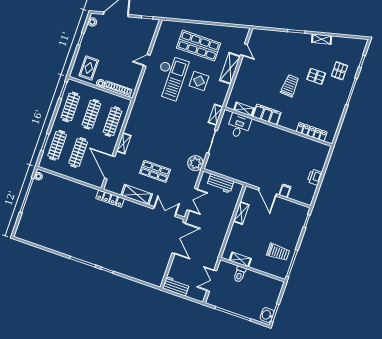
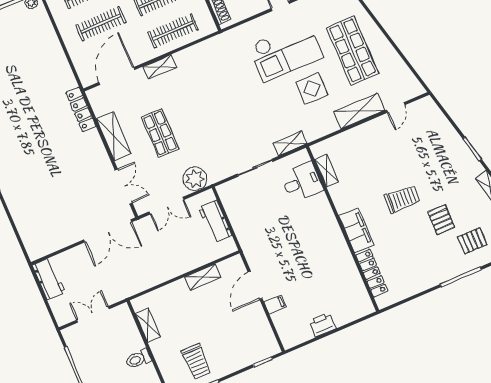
filing cabinet: (267, 114) -> (356, 230), moved
plant: (195, 163) -> (195, 179), moved
toilet: (240, 274) -> (138, 359), moved

